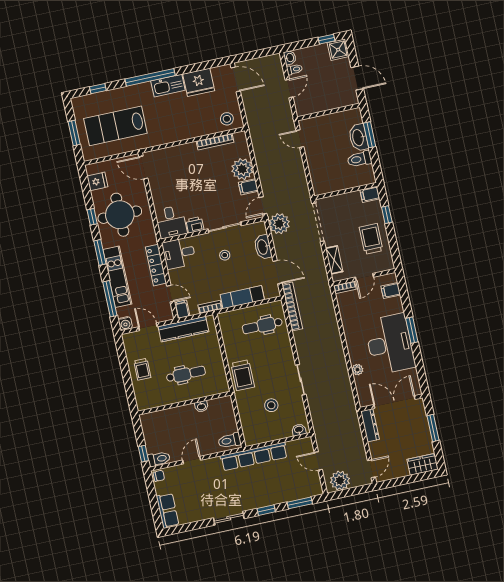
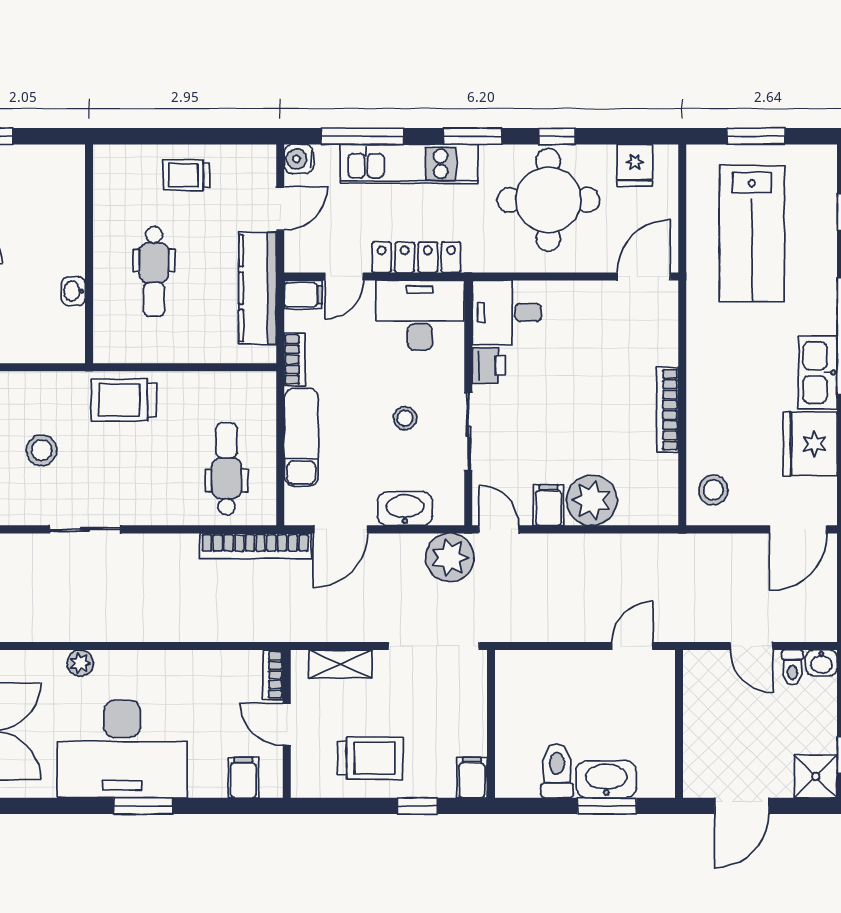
lab bench: (115, 126) -> (752, 234), turned 180
bookcase: (215, 142) -> (667, 410), moved
desk: (179, 253) -> (420, 315), width x1.37

